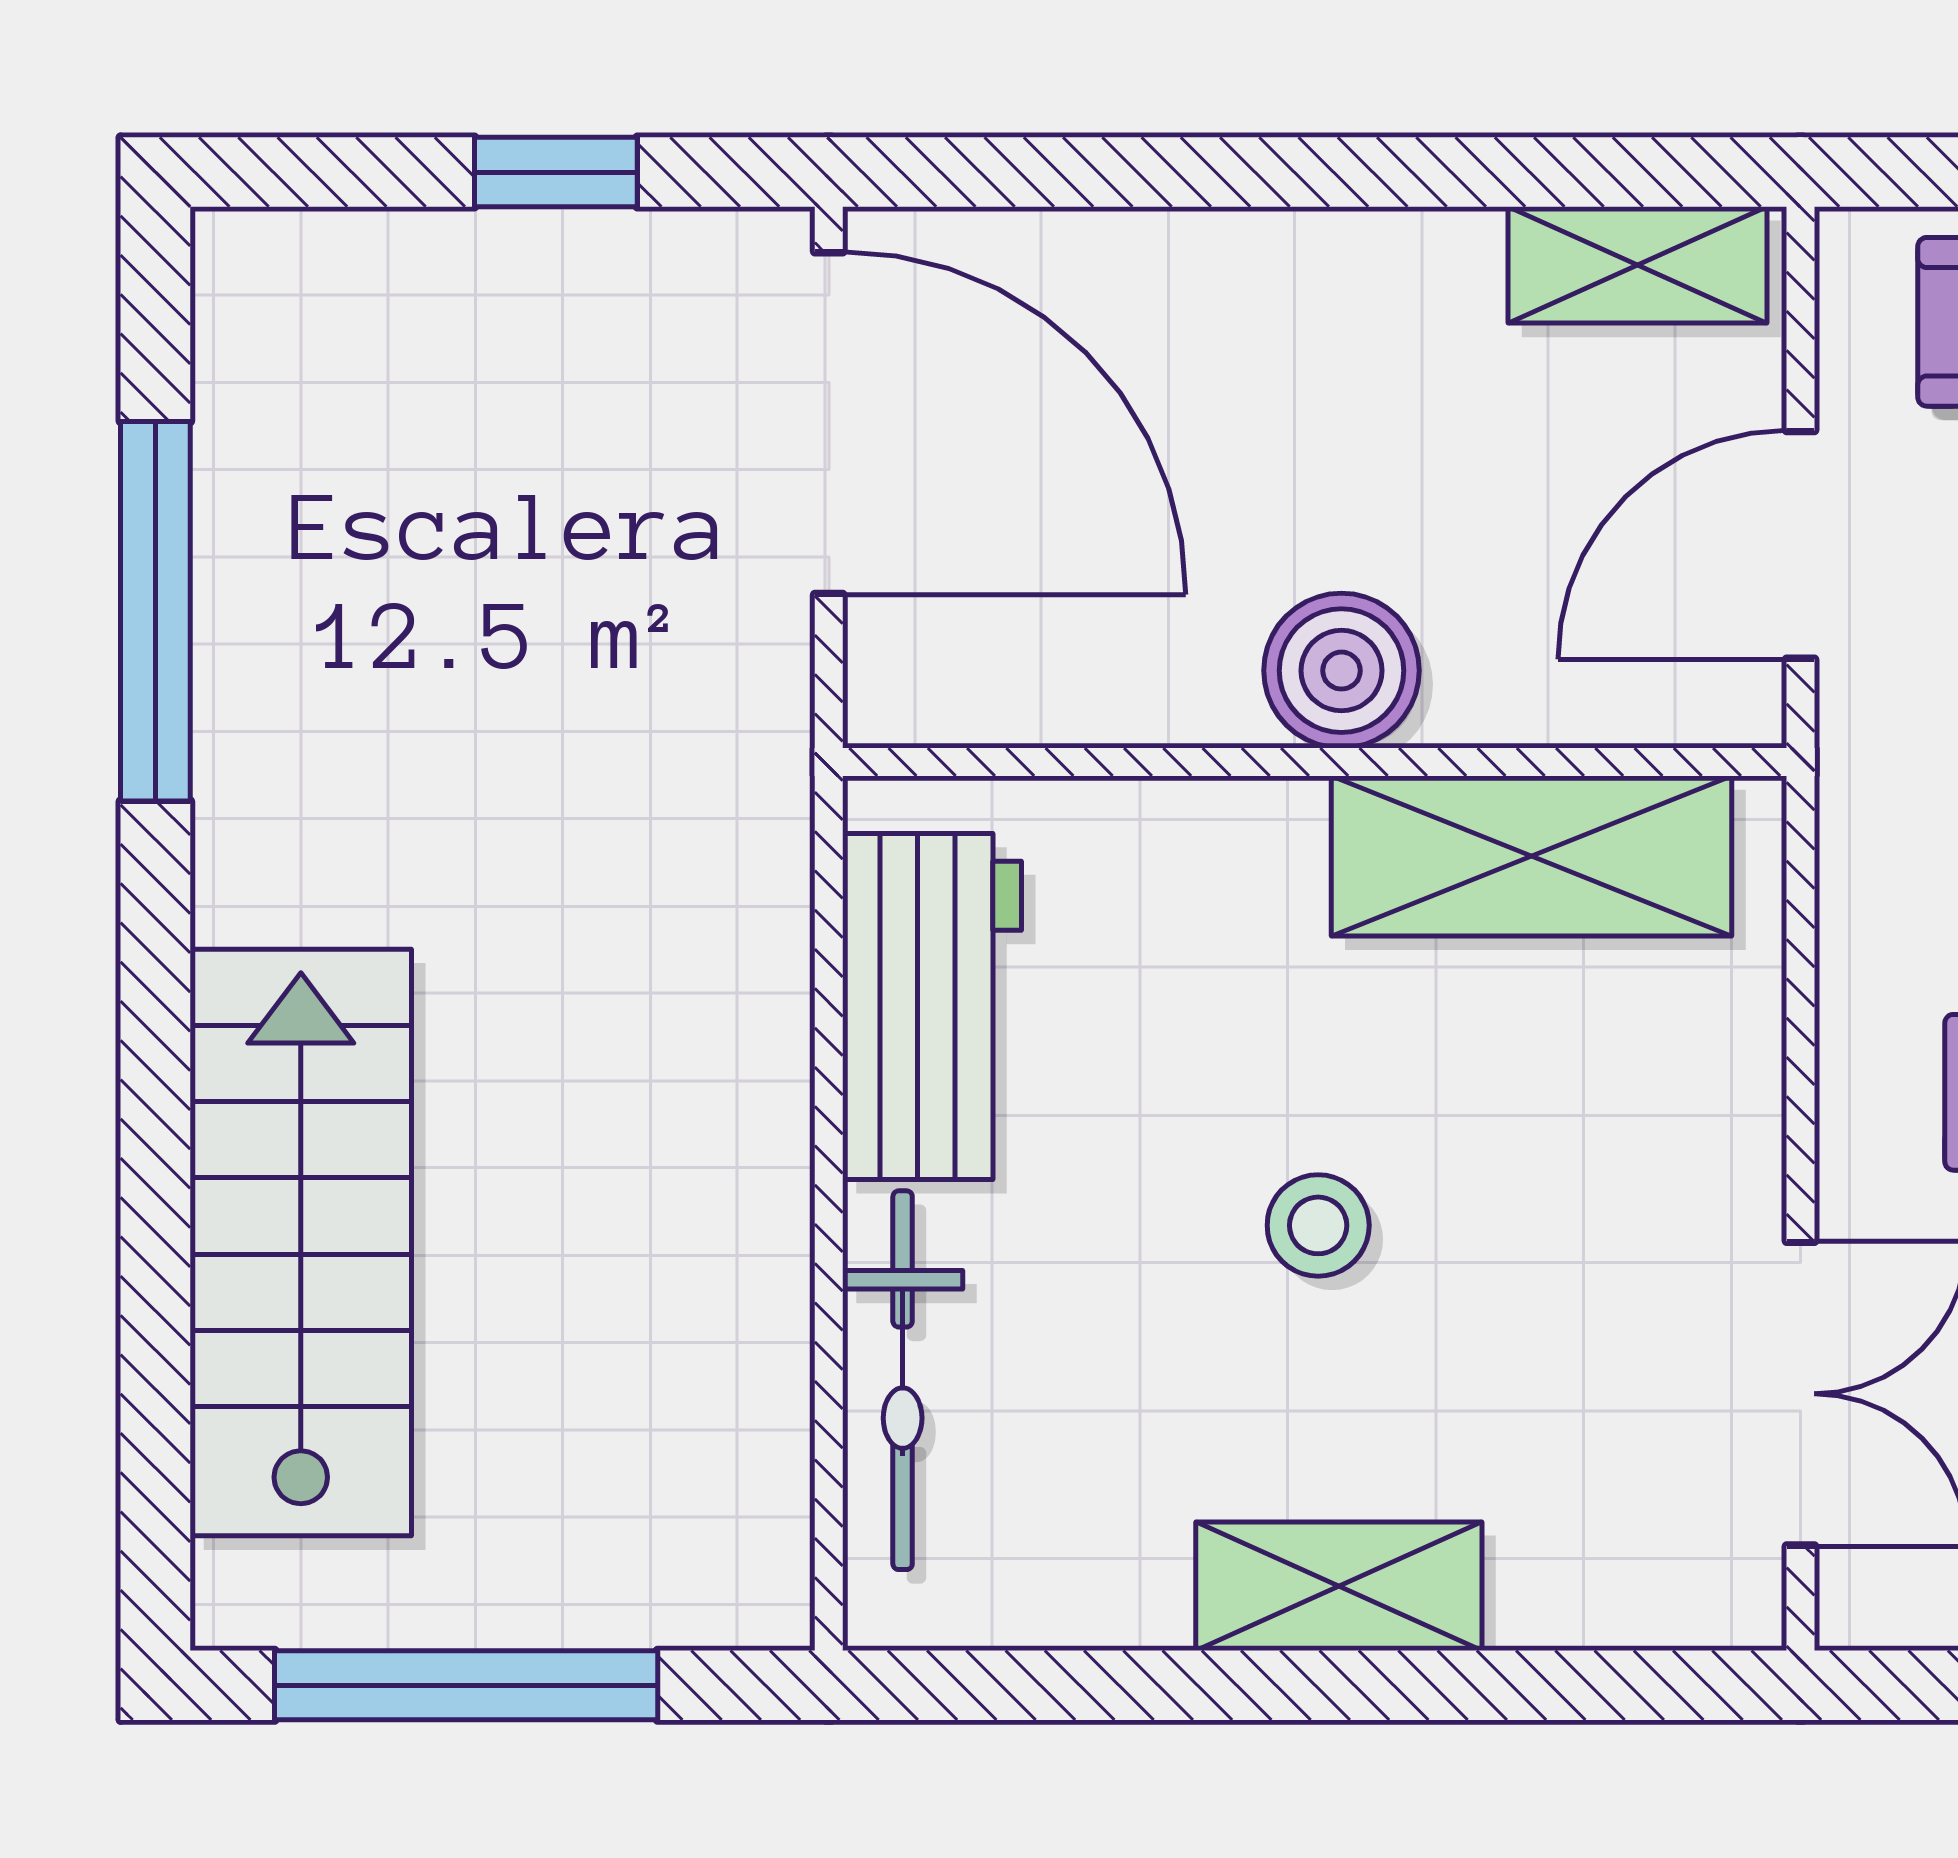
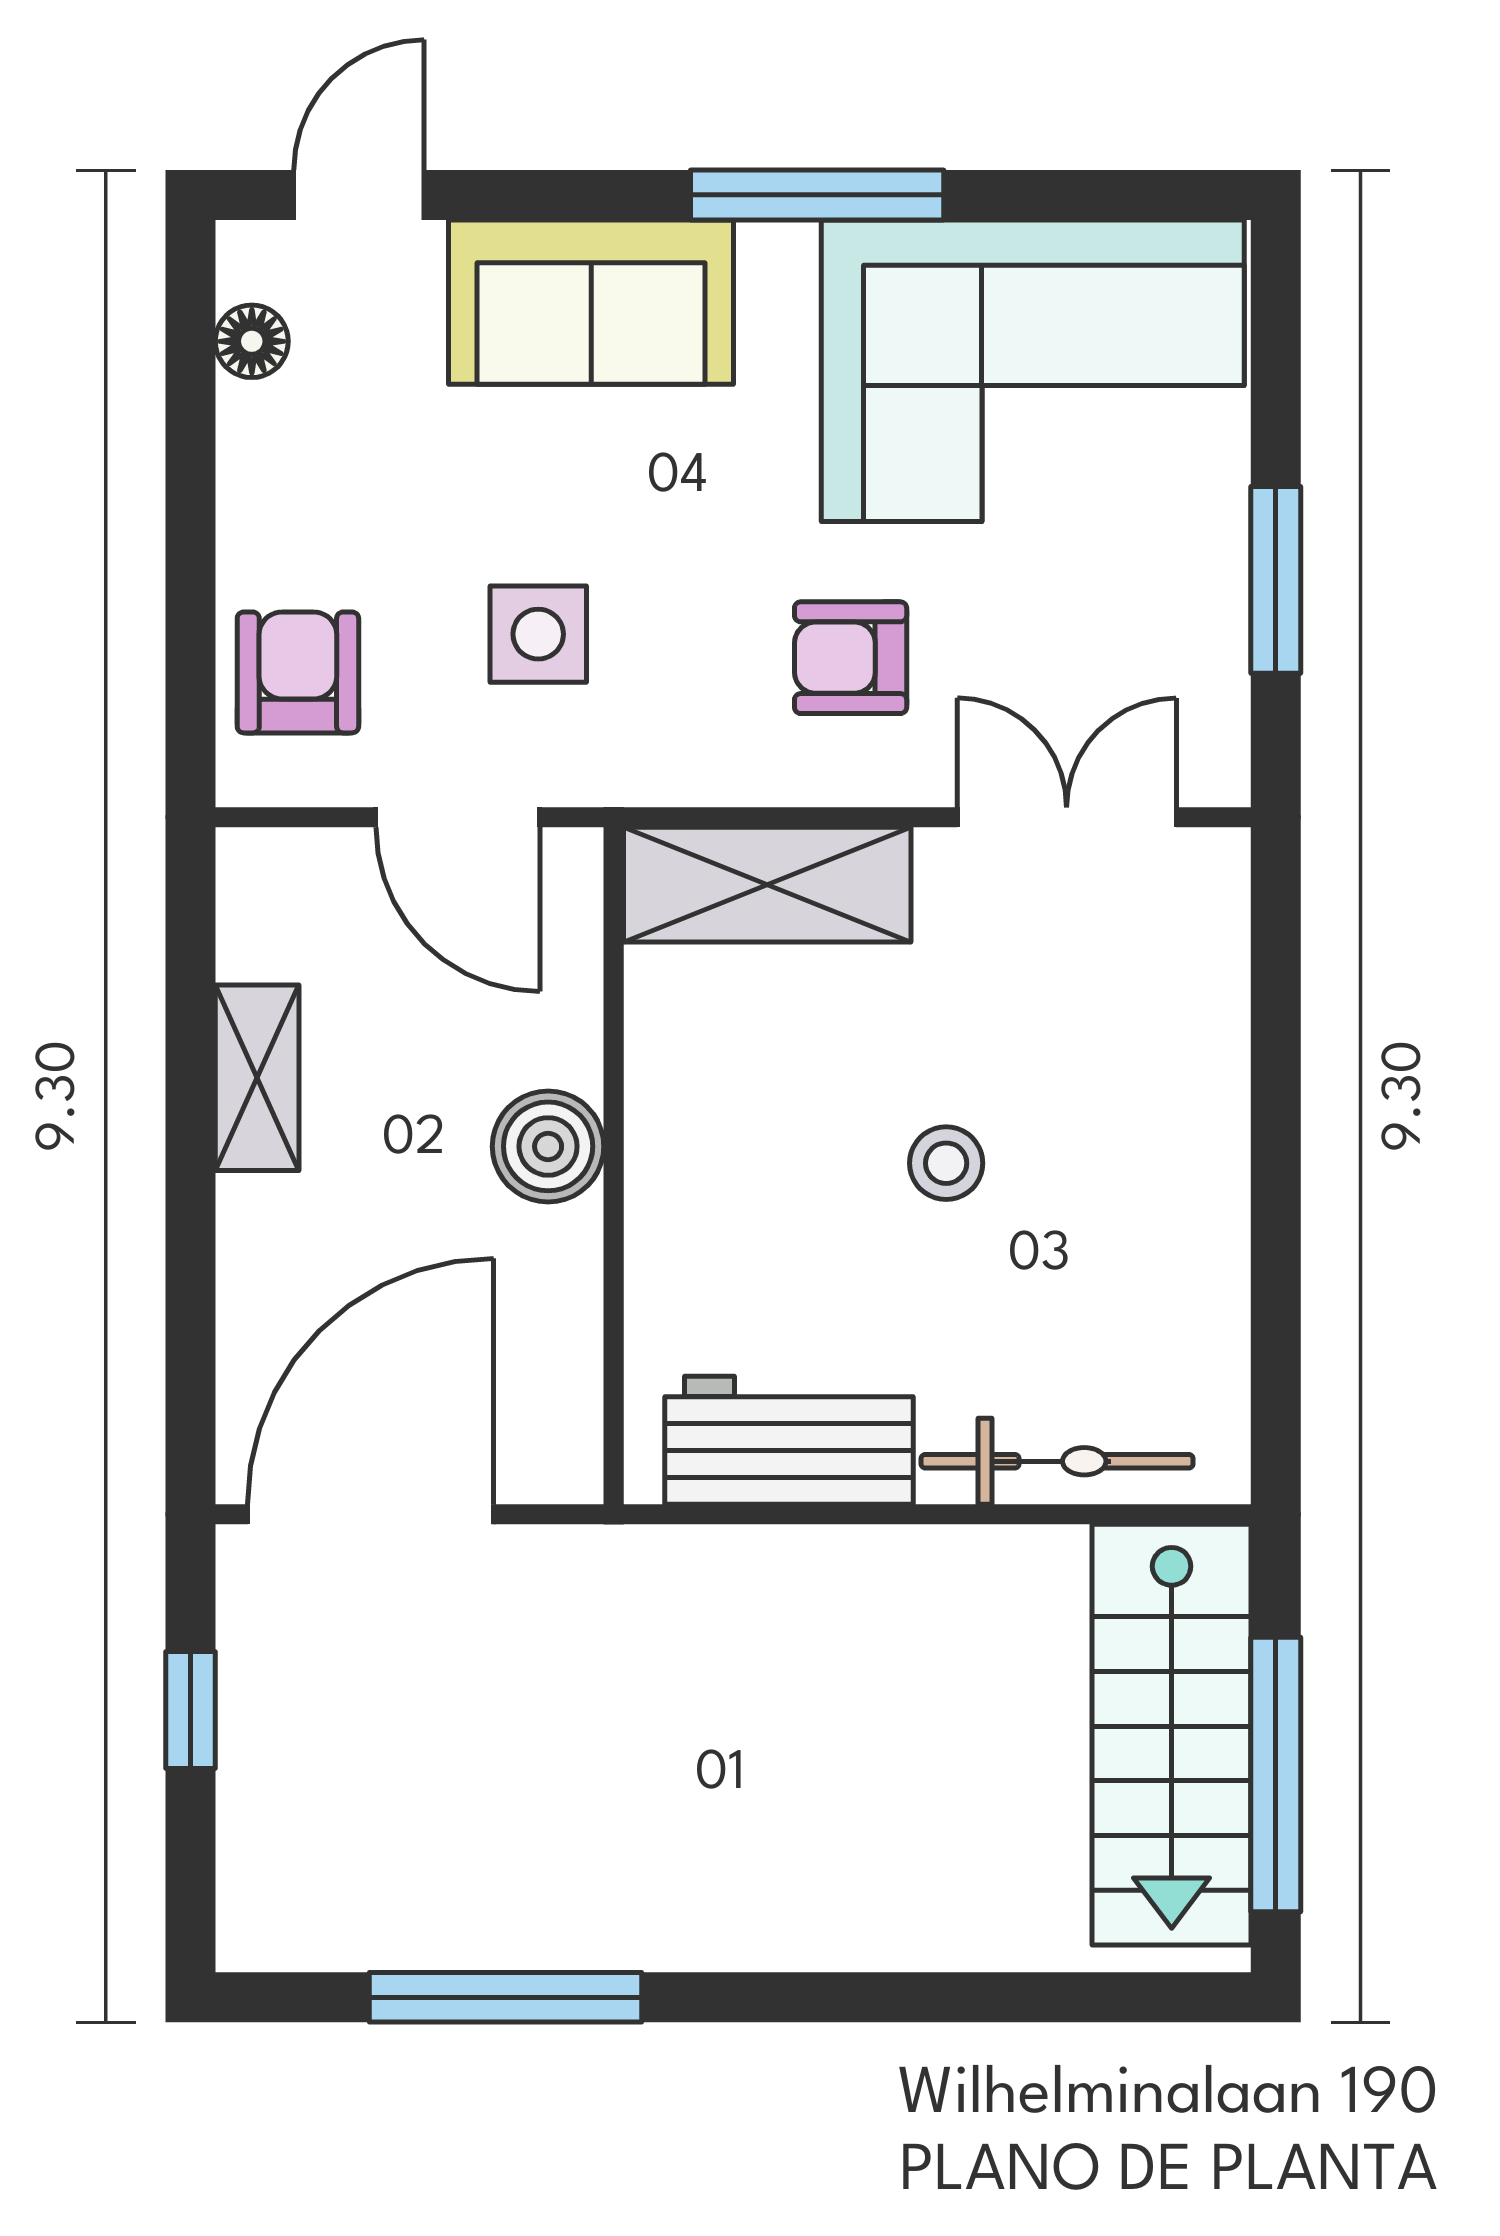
shelving: (1637, 265) -> (257, 1078), moved
shelving: (1532, 856) -> (767, 885), moved, turned 90
stairs: (301, 1243) -> (1172, 1735), moved, turned -90
shelving: (1339, 1586) -> (1205, 1148), removed

